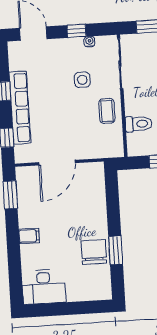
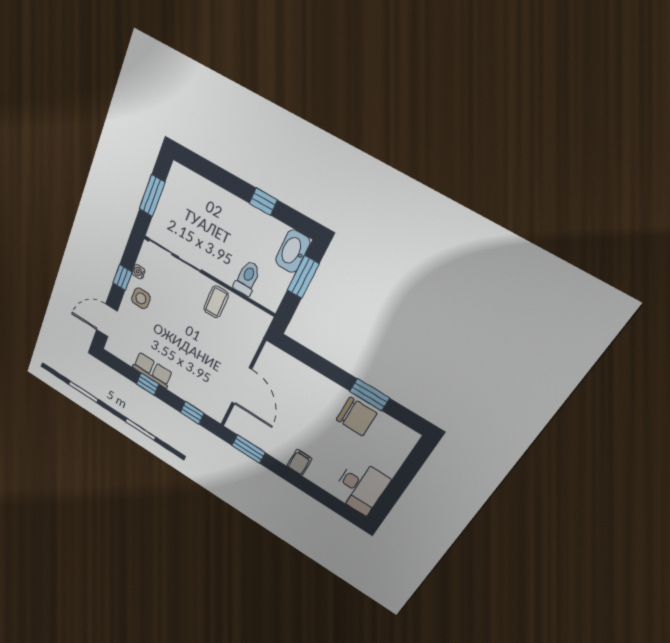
side table: (82, 80) -> (141, 298), moved
row of seats: (20, 108) -> (152, 370), width x0.50
coffee table: (107, 111) -> (216, 302), turned 90
chair: (94, 252) -> (356, 417), turned 180

